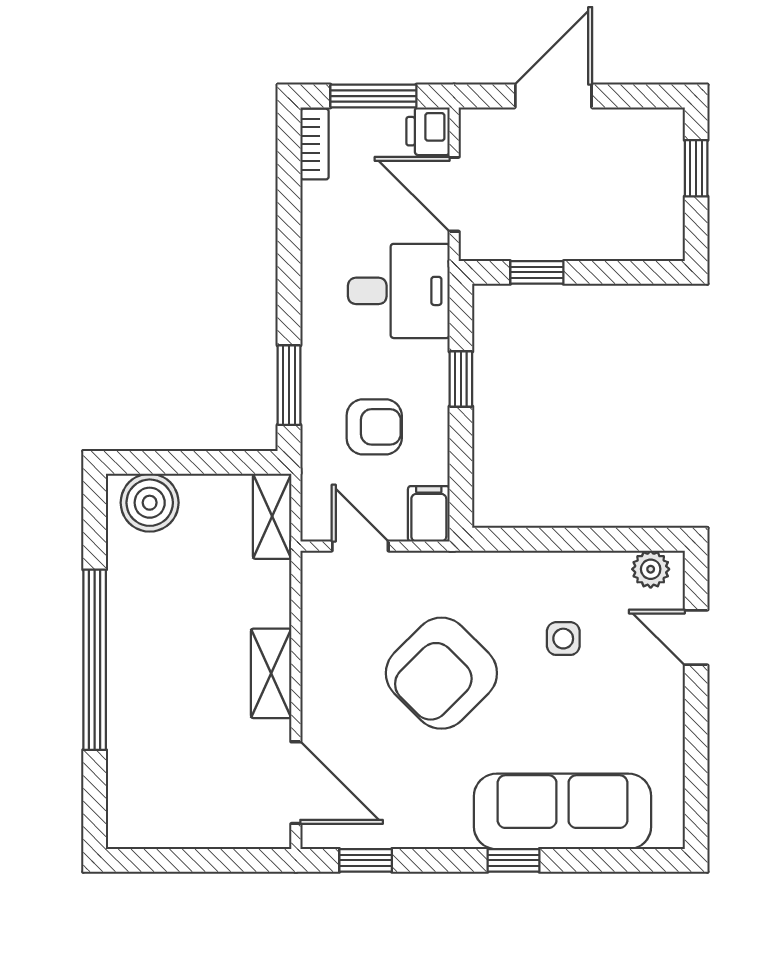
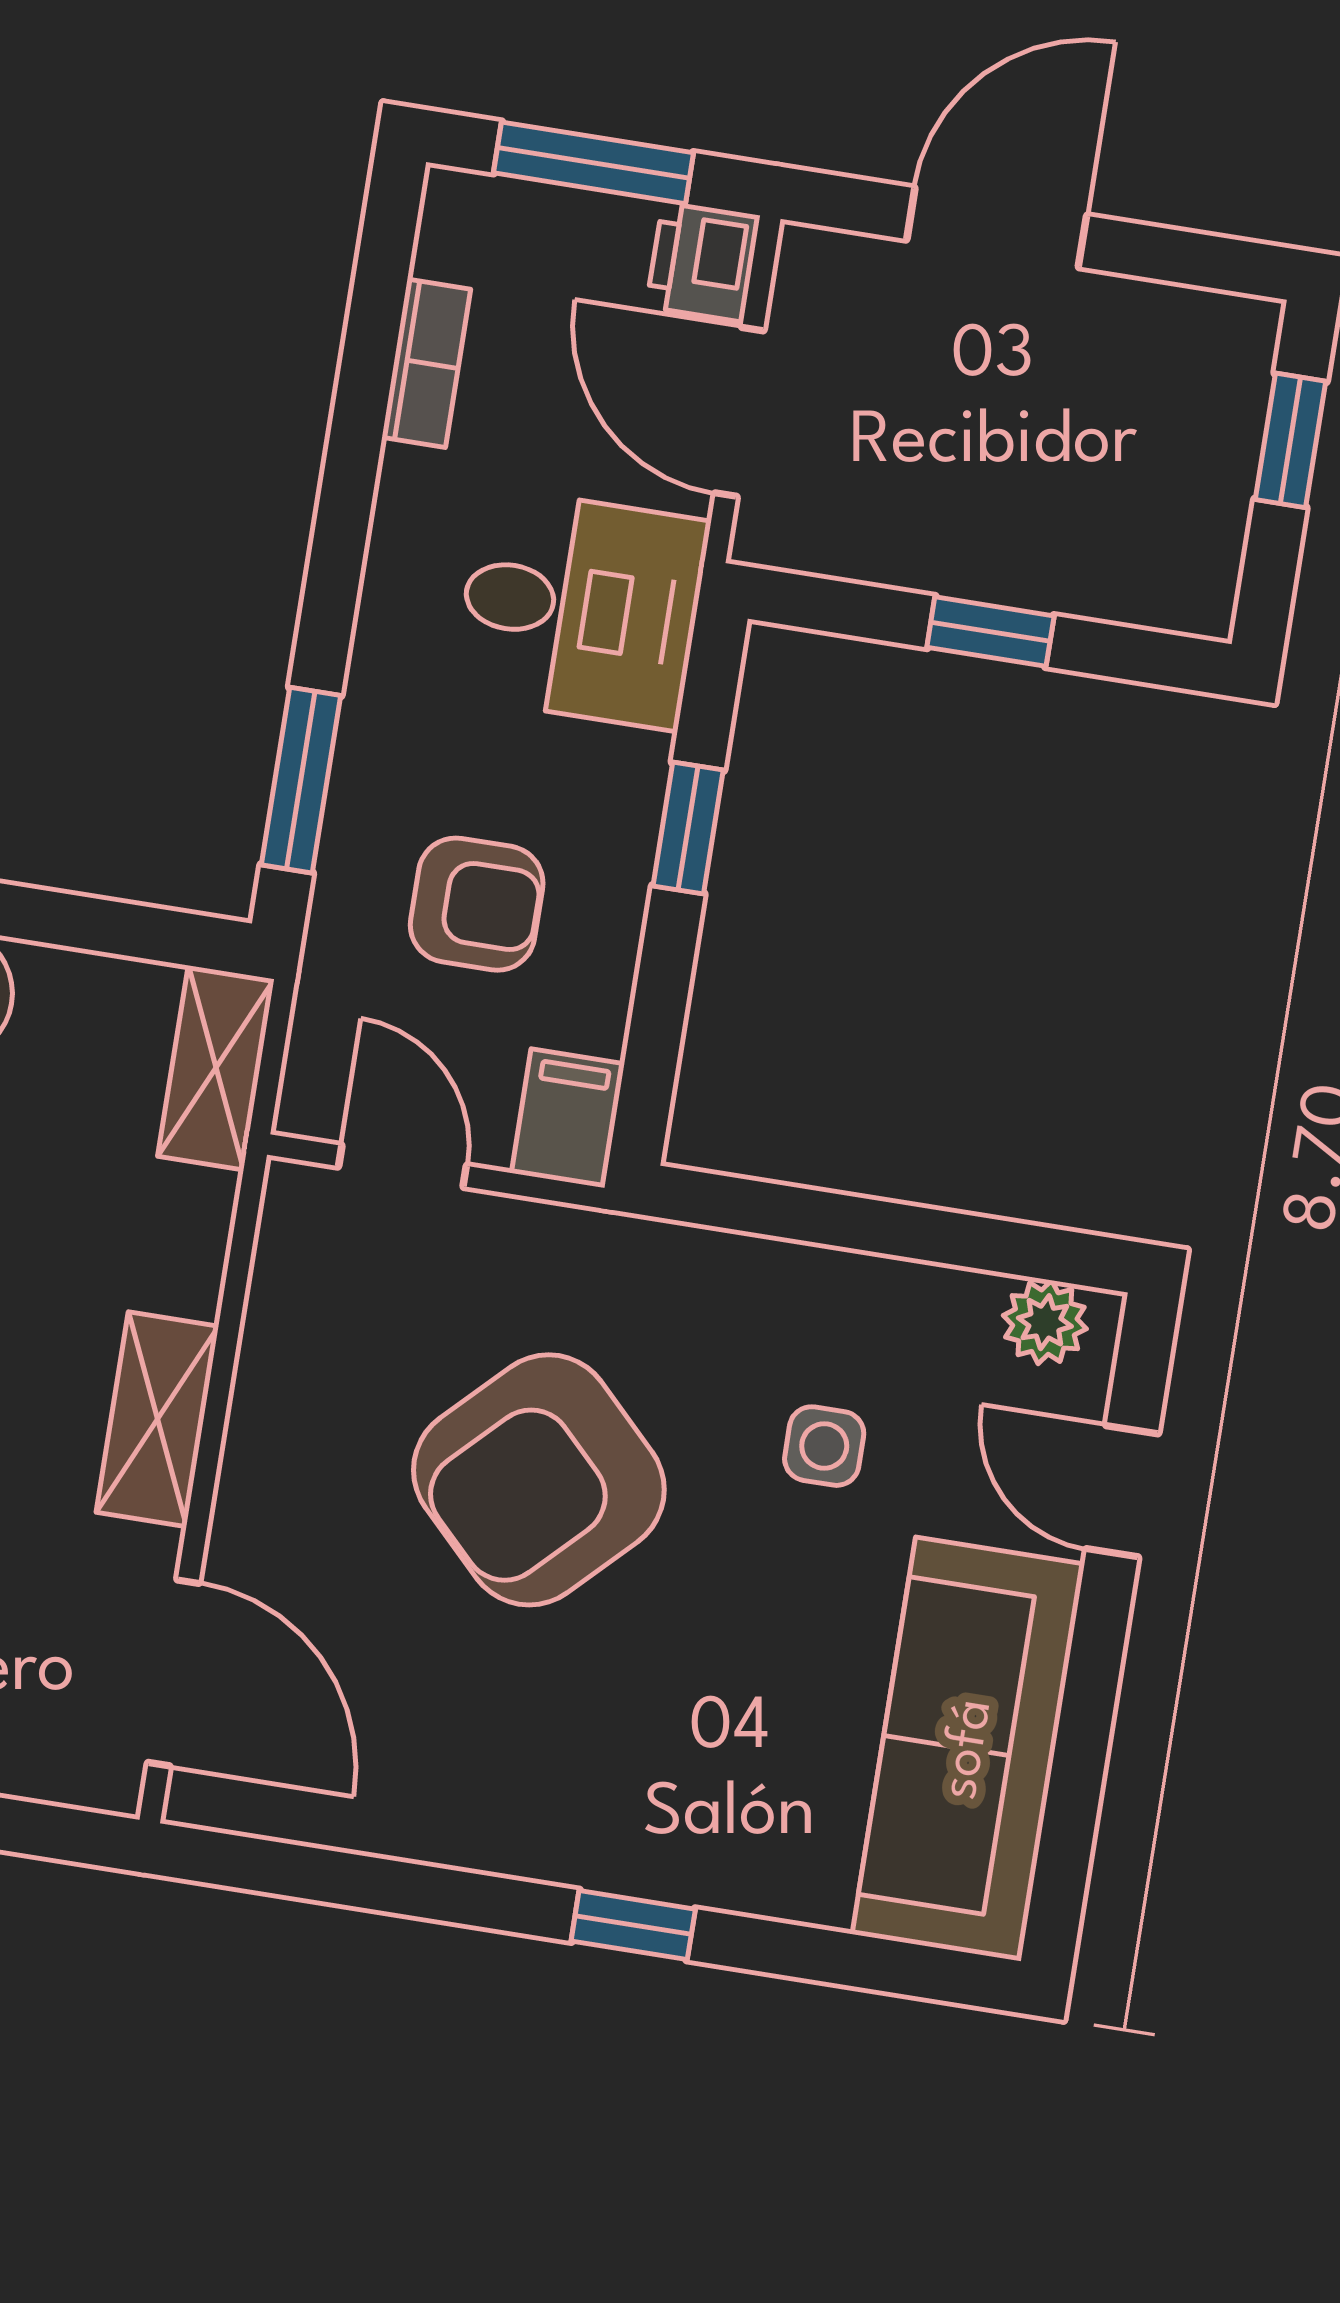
bookcase: (315, 144) -> (426, 363), moved
window: (537, 272) -> (990, 632), moved
sofa: (563, 811) -> (968, 1749), moved, turned -90
window: (366, 860) -> (302, 1872), removed

